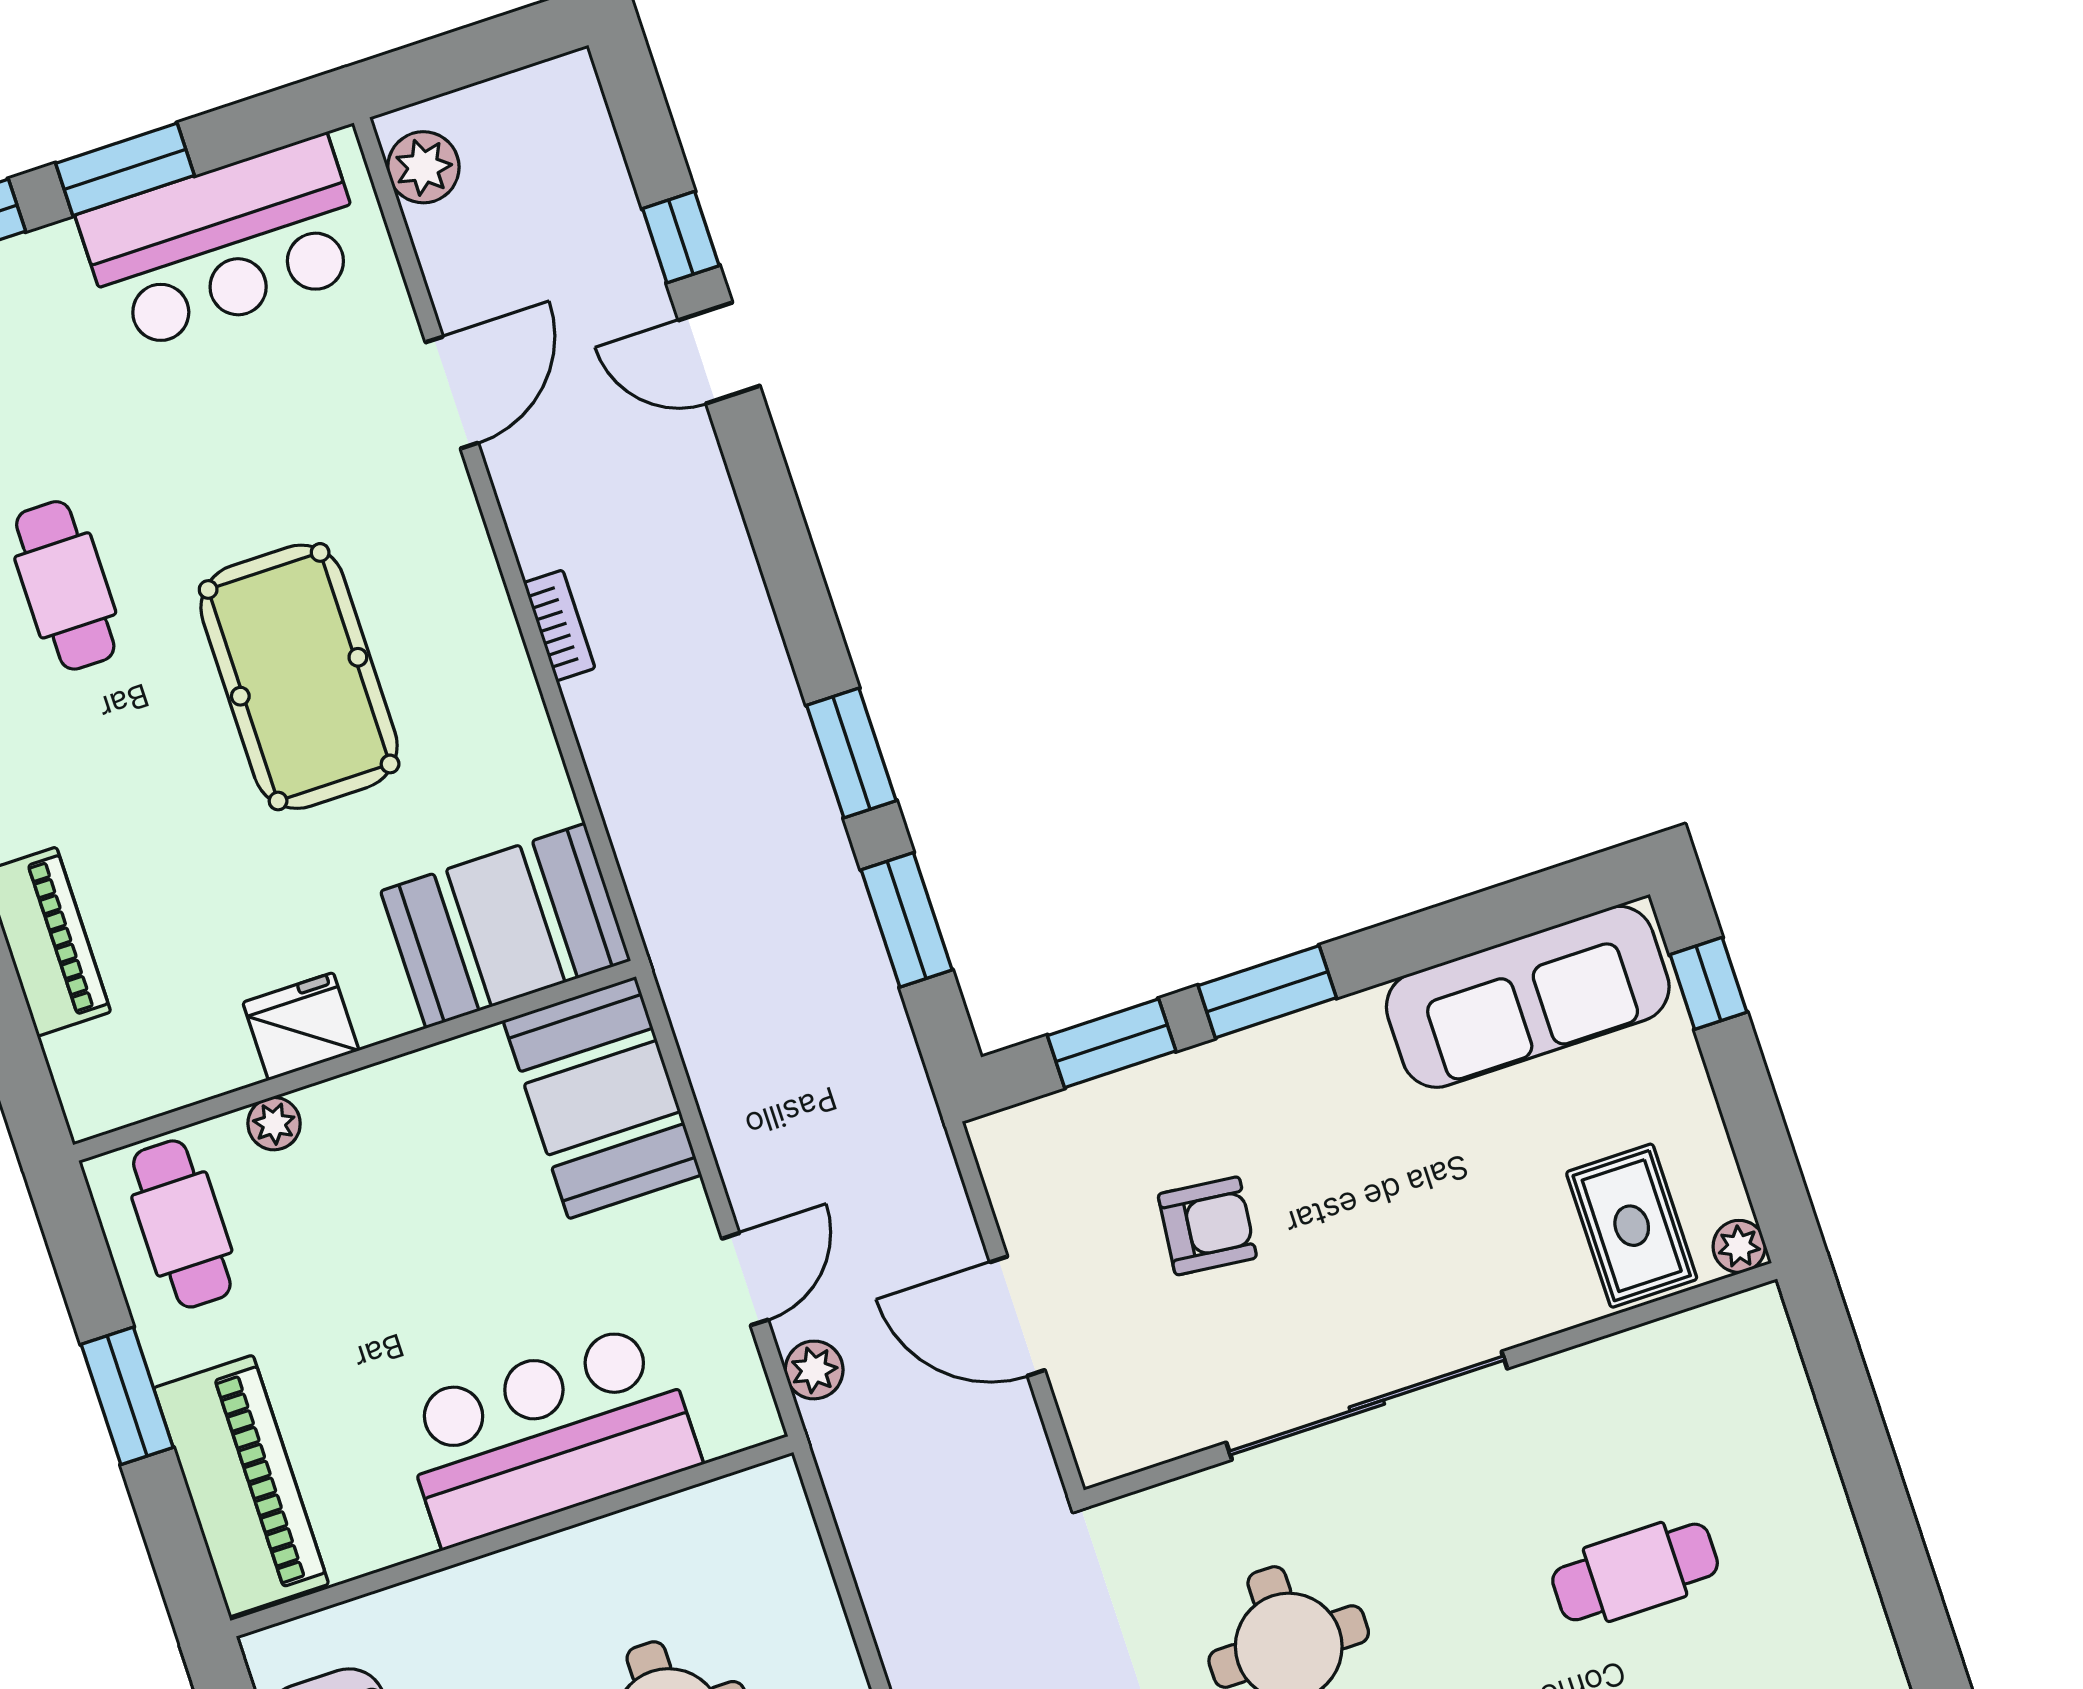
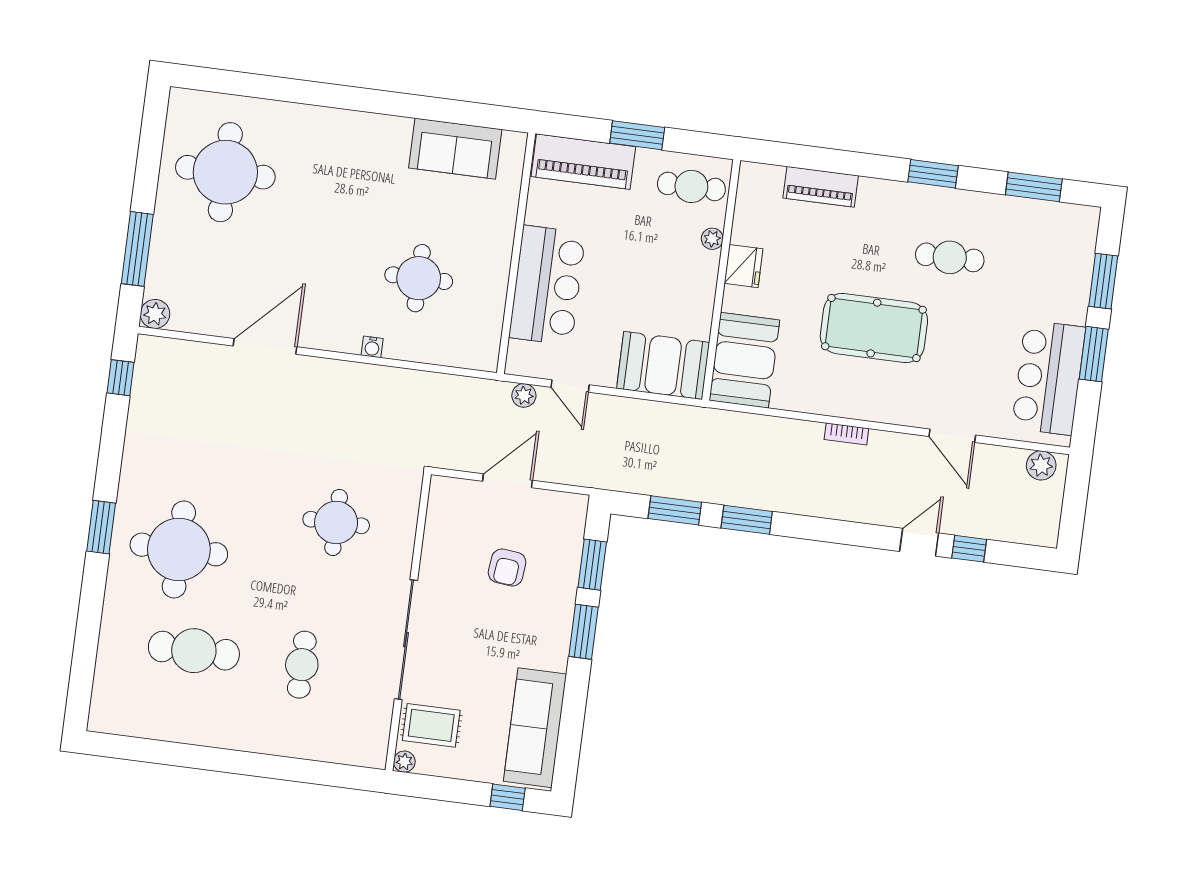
sliding door: (1367, 1406) -> (406, 640), moved

